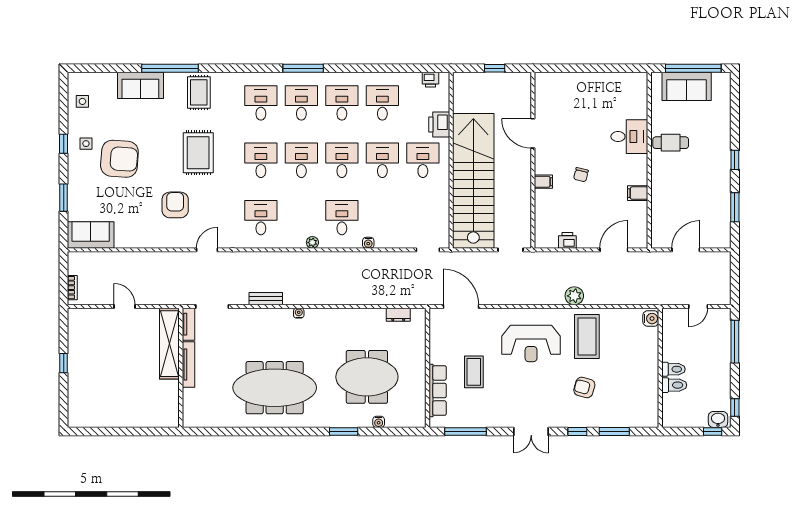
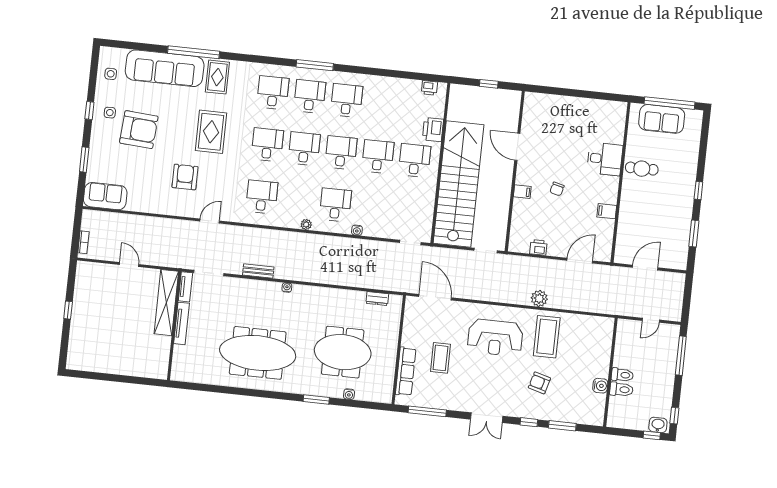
sofa: (140, 85) -> (165, 68), width x1.85, depth x1.27
desk: (382, 103) -> (383, 104), removed
water cooler: (651, 319) -> (600, 386), moved

